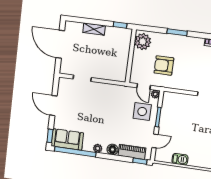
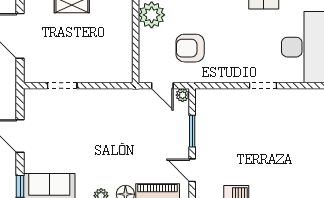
side table: (142, 111) -> (165, 126), removed
door: (155, 141) -> (192, 170), swing flipped

